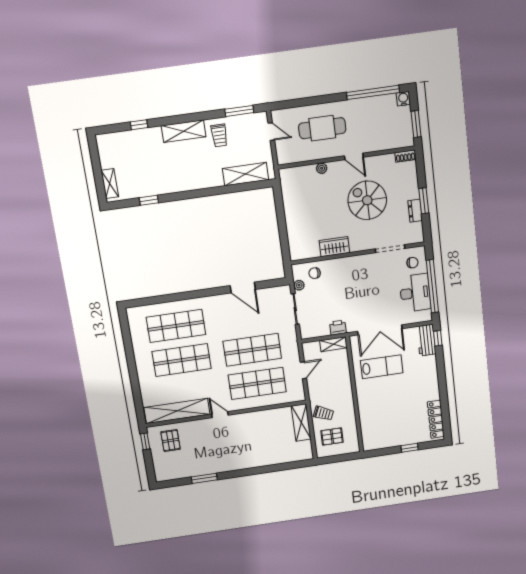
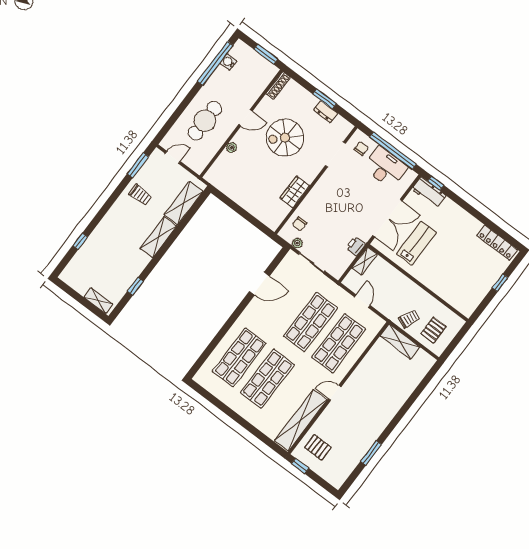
water cooler: (403, 99) -> (228, 62), moved
shelving: (184, 131) -> (158, 237), moved
shoe rack: (405, 156) -> (278, 86), width x1.43

